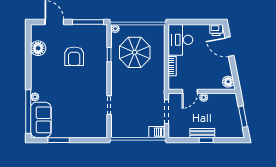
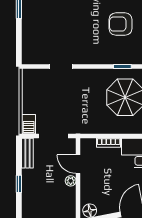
bench: (202, 133) -> (27, 153), moved

